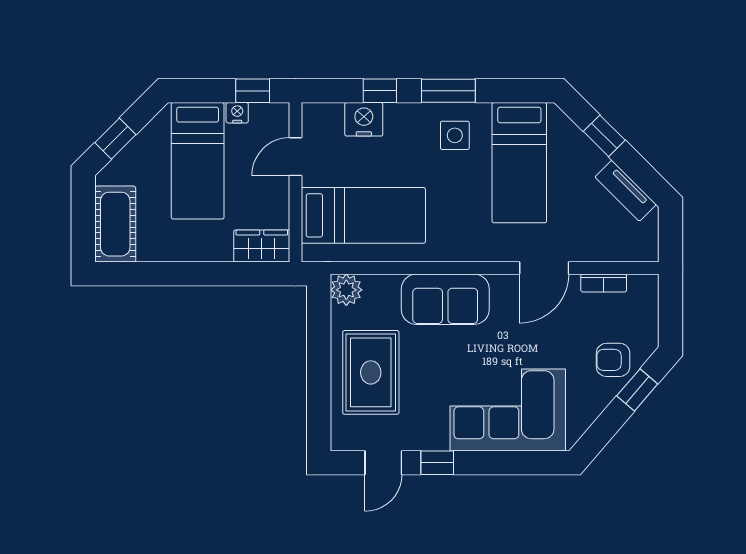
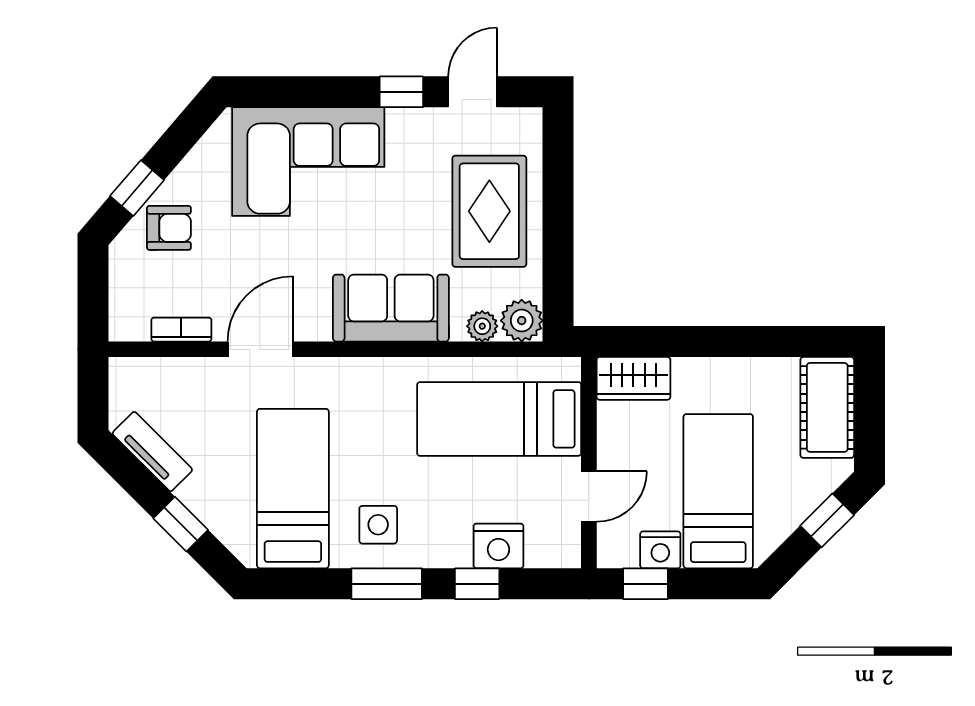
nightstand: (237, 113) -> (660, 550), width x1.39, depth x1.35
plant: (376, 285) -> (482, 326), added

